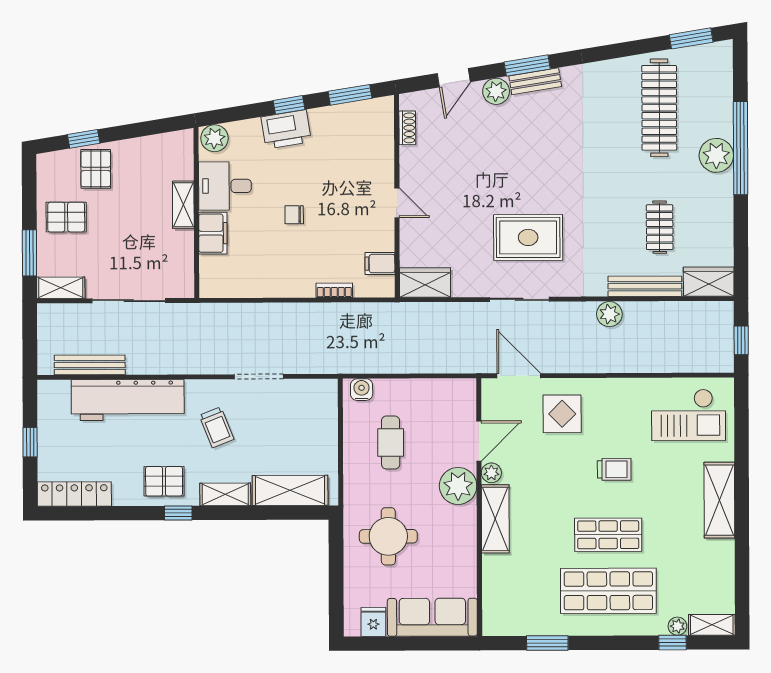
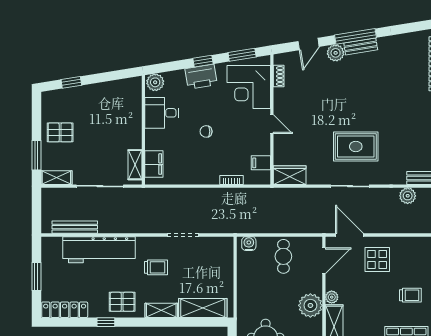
window: (527, 66) -> (356, 36), width x1.44
corner desk: (361, 145) -> (249, 87), added
pallet: (96, 169) -> (79, 102), removed
shelving: (183, 205) -> (135, 165), moved
filing cabinet: (213, 233) -> (154, 164), moved
trolley: (217, 427) -> (156, 267), turned -68
door: (479, 441) -> (324, 261), moved
window: (30, 442) -> (36, 277), width x1.50
cafe table: (391, 443) -> (283, 256), moved
window: (178, 513) -> (106, 322), moved

